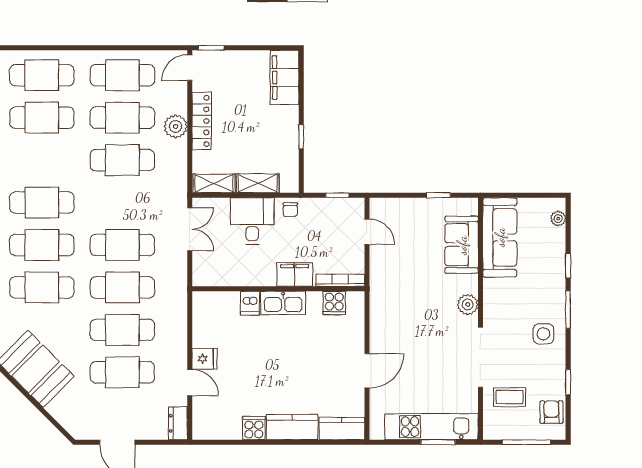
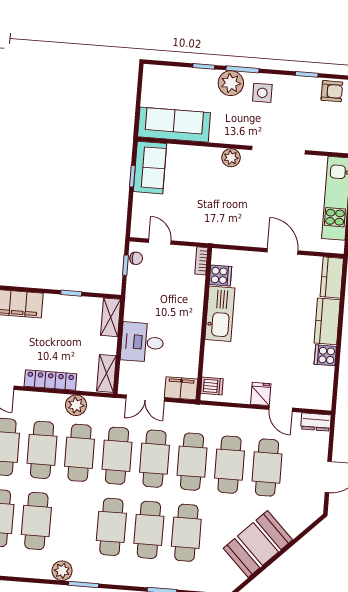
plant: (176, 126) -> (76, 405), moved
shelving: (258, 183) -> (111, 317), moved
cafe table: (122, 203) -> (117, 456), added
chair: (290, 210) -> (136, 258), moved
plant: (558, 219) -> (231, 83), moved, width x1.87, depth x1.87
double door: (190, 229) -> (145, 398), swing flipped
door: (367, 232) -> (160, 242), hinge flipped
sofa: (462, 245) -> (150, 168), moved, turned -90
filing cabinet: (295, 275) -> (181, 388), moved, turned 90
bookcase: (340, 280) -> (201, 261), width x0.64
dishwasher: (250, 303) -> (212, 386), moved
kitchen sink: (283, 303) -> (220, 314), width x1.36, depth x1.24
door: (190, 383) -> (281, 409), swing flipped
coffee table: (510, 397) -> (316, 127), removed
armchair: (551, 412) -> (332, 91), turned 180

